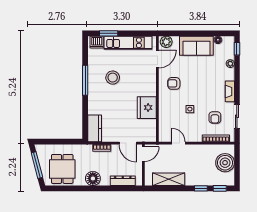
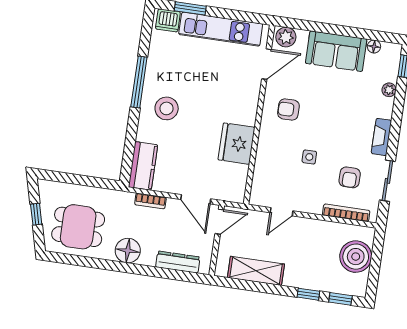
stool: (113, 78) -> (167, 108), moved
door: (178, 143) -> (282, 212), swing flipped
window: (37, 165) -> (36, 214), width x0.46
dining table: (62, 169) -> (78, 227), turned 90

